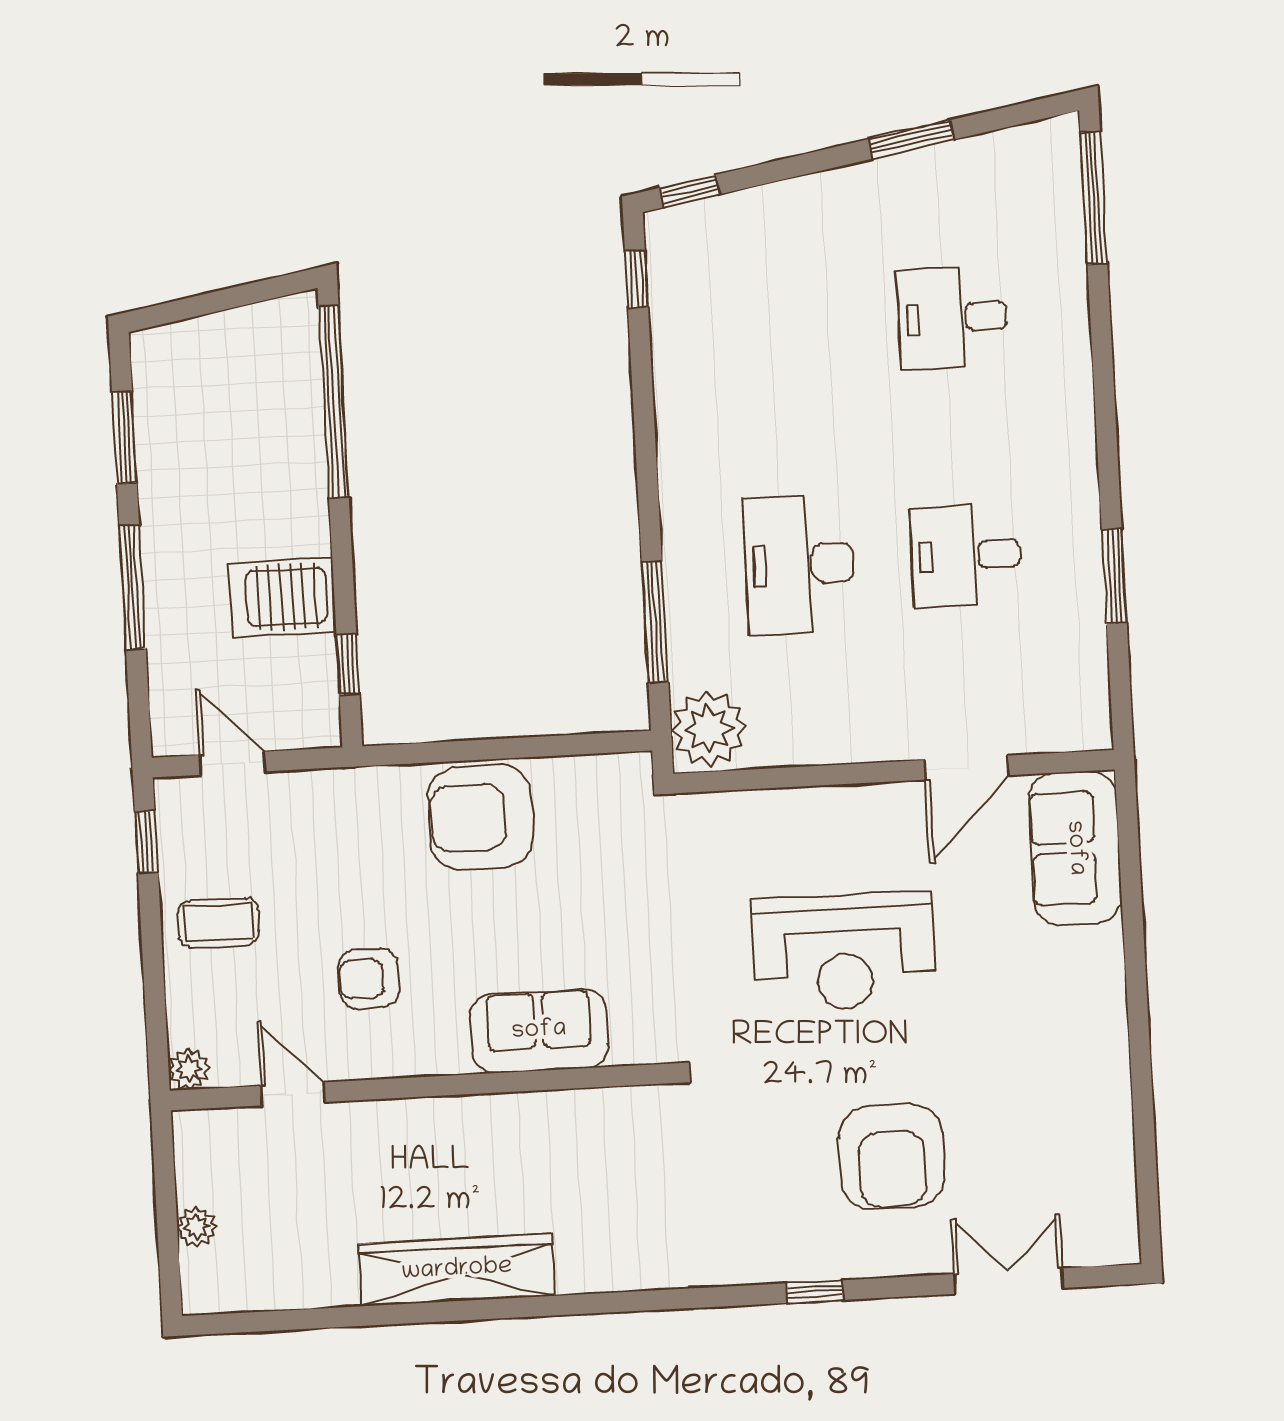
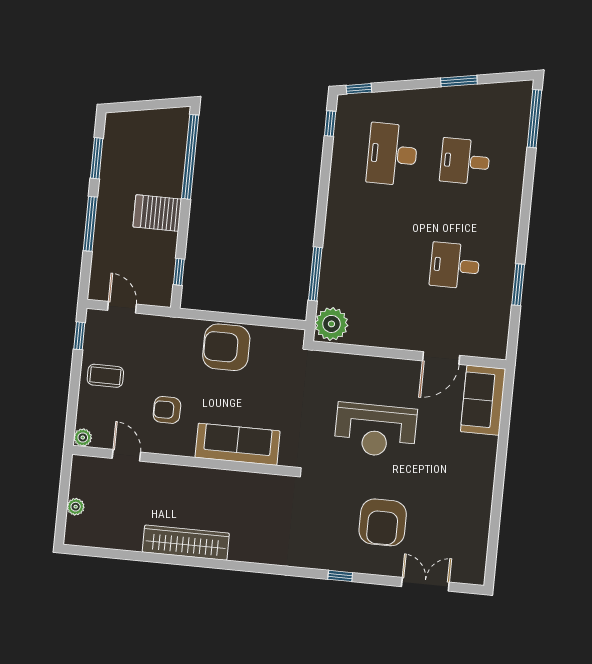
desk: (800, 564) -> (392, 154), moved
server rack: (282, 597) -> (157, 213), moved
sofa: (539, 1031) -> (238, 444), width x1.36

